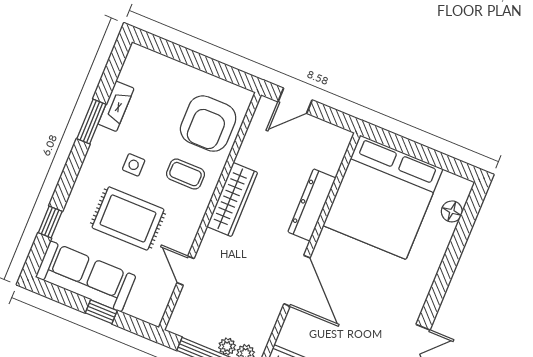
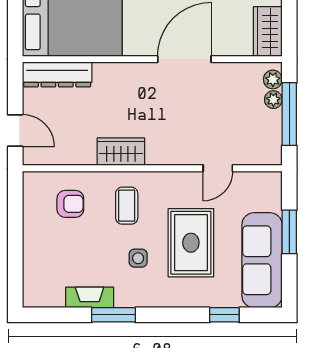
armchair: (208, 124) -> (70, 204), width x0.53, depth x0.53
wardrobe: (232, 200) -> (121, 152), width x0.67
dresser: (312, 205) -> (57, 74), moved
window: (101, 312) -> (289, 232), width x1.50

